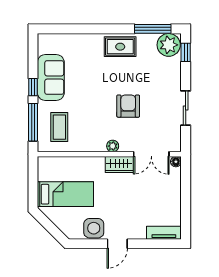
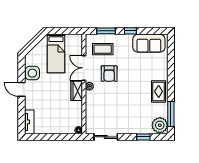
window: (186, 52) -> (143, 137), moved
sofa: (51, 78) -> (149, 43), moved
armchair: (128, 106) -> (109, 74), moved, turned 90
sliding door: (186, 108) -> (106, 137), moved
window: (33, 122) -> (106, 31), width x0.69
double door: (151, 154) -> (84, 68), moved

